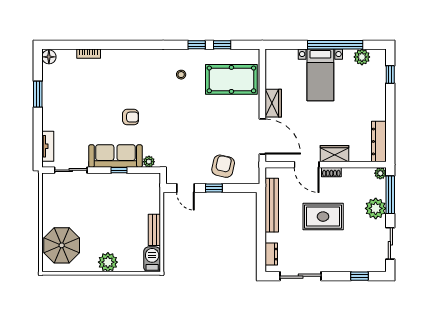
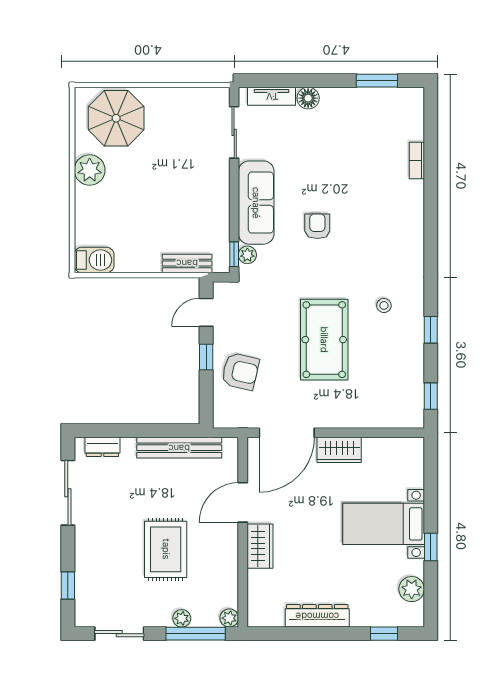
window: (222, 45) -> (431, 396), moved
window: (335, 45) -> (431, 547), width x0.32
floor lamp: (49, 57) -> (308, 98), moved
pool table: (231, 79) -> (324, 340), moved
window: (38, 94) -> (377, 81), moved
armchair: (131, 117) -> (317, 226), turned 180
dresser: (379, 141) -> (317, 616), moved
window: (119, 170) -> (234, 254), moved
shoe rack: (331, 172) -> (231, 541), removed
plant: (376, 208) -> (182, 618), width x0.53, depth x0.53
rug: (323, 217) -> (166, 549), moved
bench: (154, 230) -> (187, 263), moved
plant: (108, 262) -> (90, 170), moved

